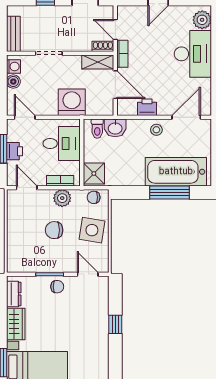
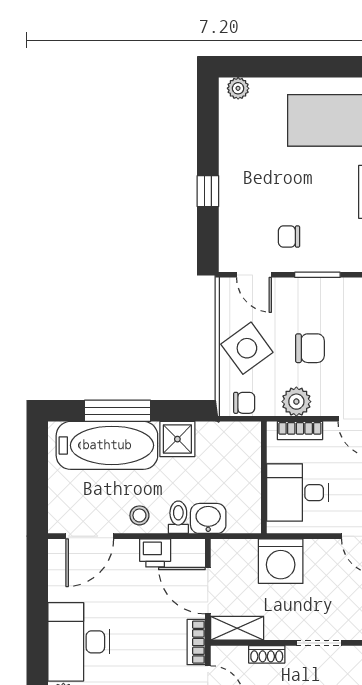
shoe rack: (103, 46) -> (267, 654), moved
toilet: (97, 129) -> (178, 517), moved
shower: (94, 174) -> (177, 439), moved
side table: (92, 230) -> (247, 348), turned 45
chair: (57, 287) -> (289, 237), moved

